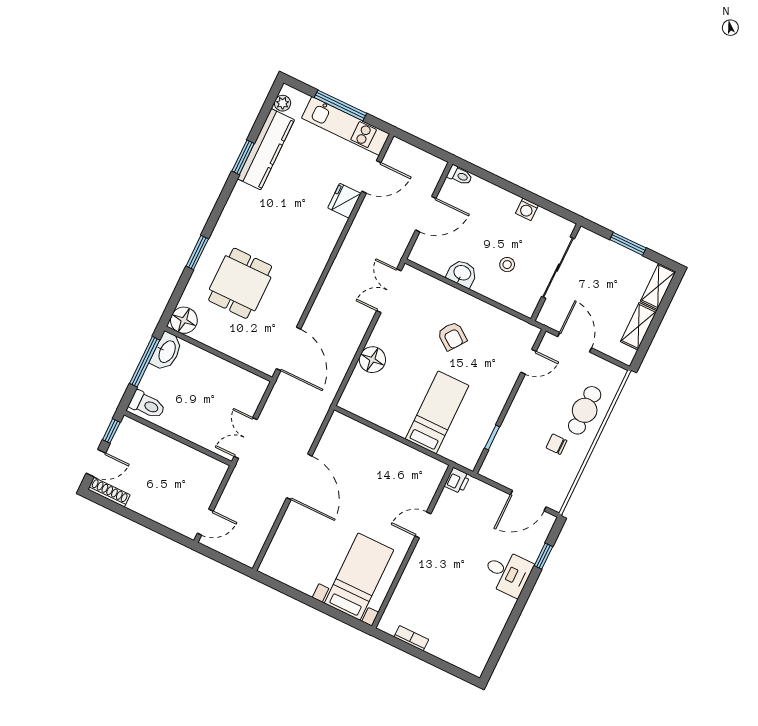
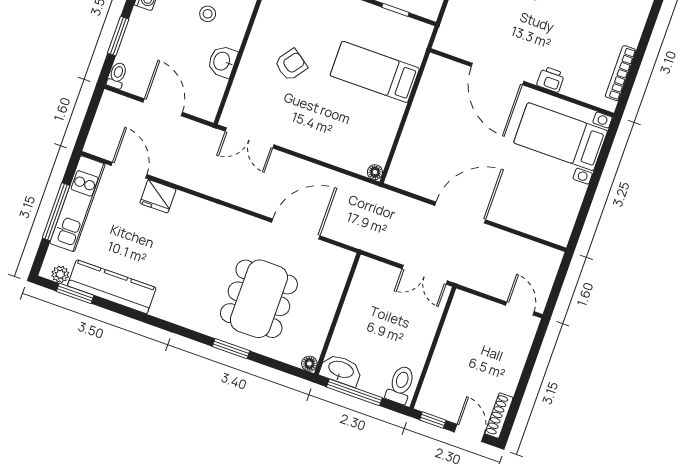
window: (243, 157) -> (75, 293), moved
window: (496, 180) -> (118, 36), added
dining table: (240, 283) -> (259, 299), width x1.38
floor lamp: (184, 320) -> (309, 364), width x0.53, depth x0.53
door: (289, 349) -> (296, 229), moved
floor lamp: (372, 360) -> (375, 172), moved, width x0.53, depth x0.53
printer: (457, 481) -> (551, 79), moved
door: (423, 525) -> (497, 74), width x1.87
bookcase: (411, 638) -> (621, 73), width x1.56

